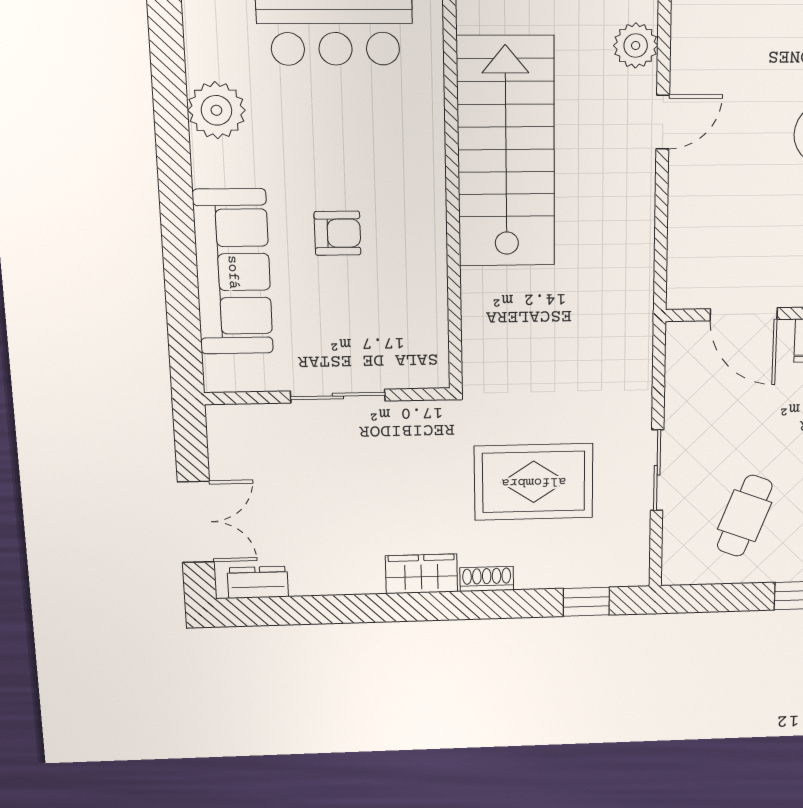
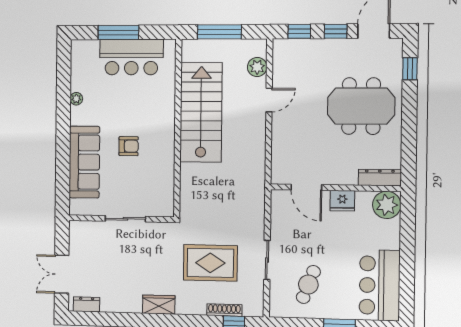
plant: (216, 110) -> (76, 99), width x0.53, depth x0.53
double door: (196, 522) -> (62, 274), swing flipped
shoe rack: (487, 579) -> (224, 310), moved, width x1.43

